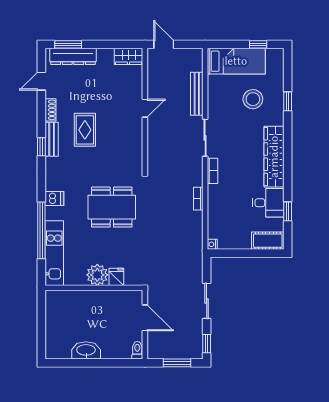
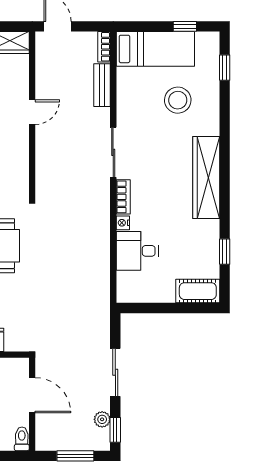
bench: (197, 94) -> (102, 85), width x0.73
window: (288, 101) -> (225, 68), moved
bookcase: (198, 199) -> (104, 47), moved
desk: (268, 203) -> (137, 251), moved, turned 180
nightstand: (212, 244) -> (123, 223), moved
plant: (197, 336) -> (102, 419), added

